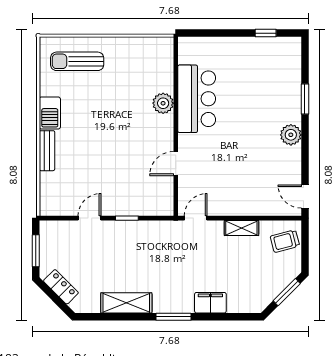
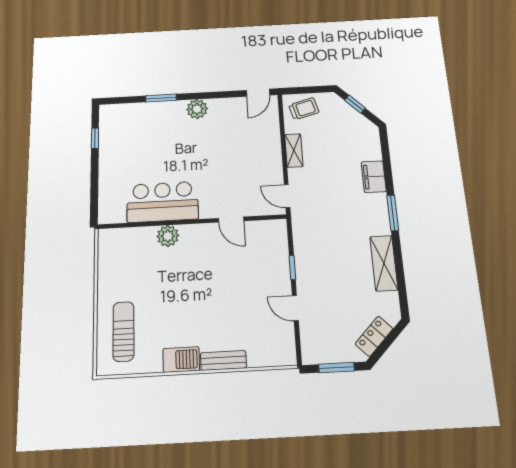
sun lounger: (77, 61) -> (123, 331), turned 180
trolley: (285, 241) -> (304, 109), turned -90
window: (287, 292) -> (355, 104), width x0.67

